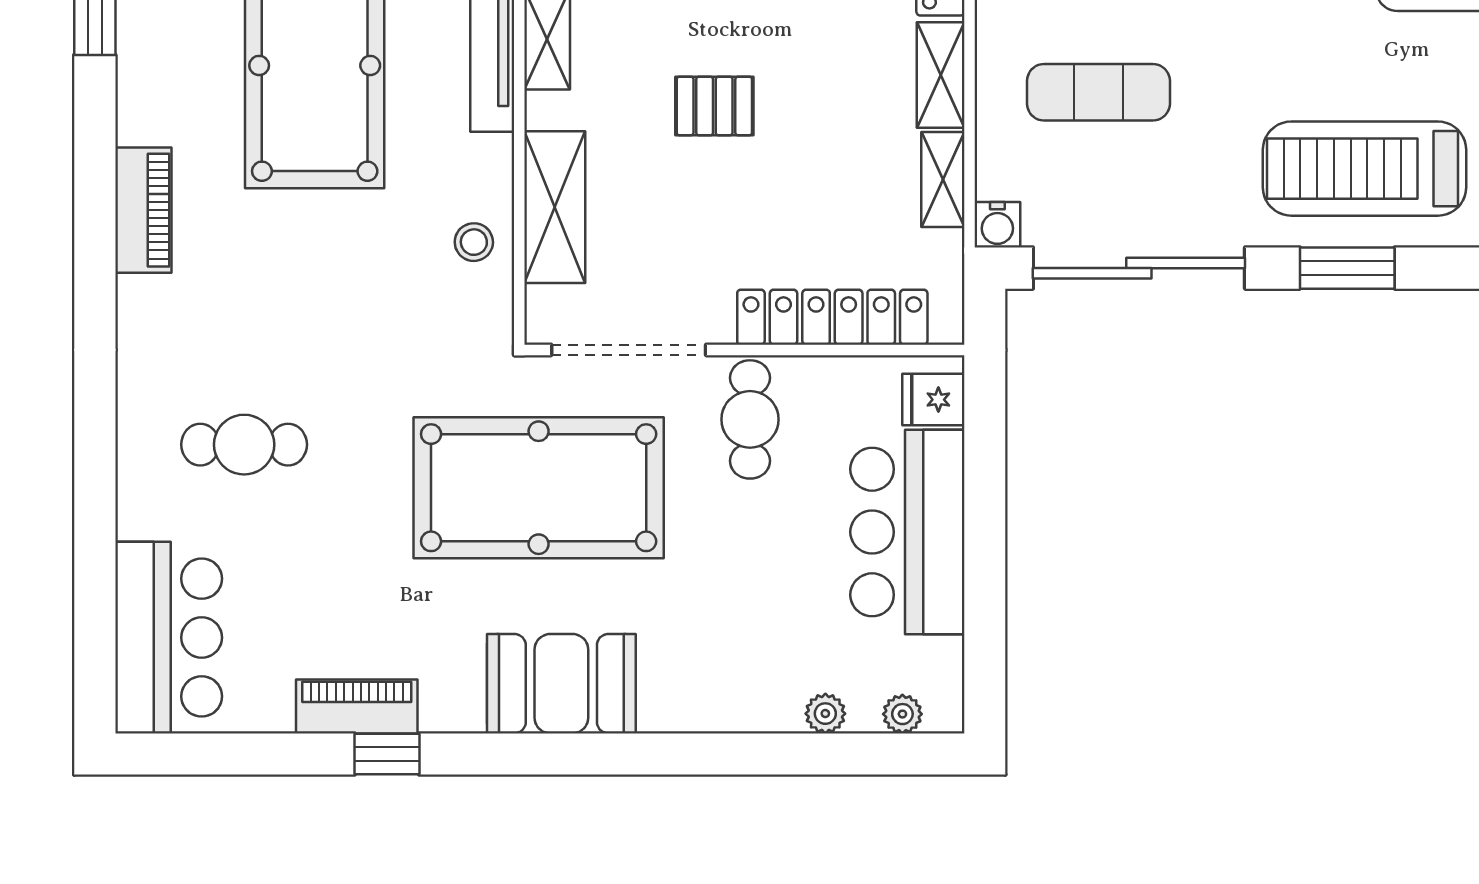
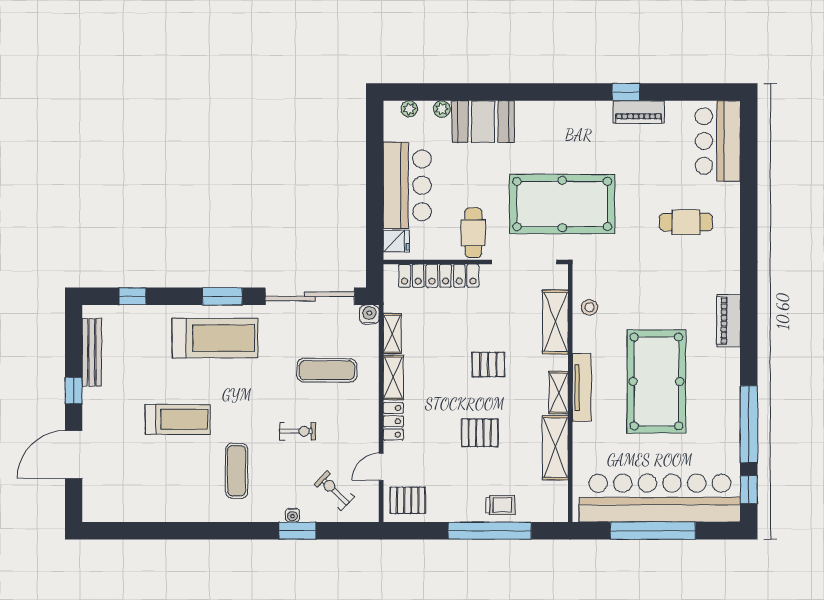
booth: (561, 684) -> (483, 122), moved

